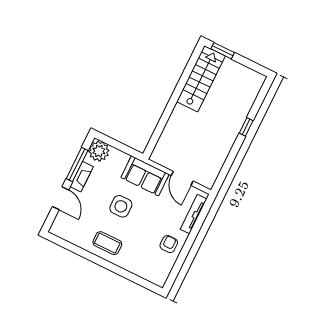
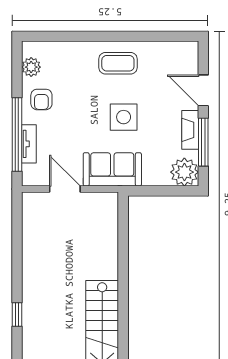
window: (246, 127) -> (17, 314), moved
tv unit: (194, 214) -> (29, 144), width x0.71
window: (196, 229) -> (17, 134), added
plant: (165, 268) -> (31, 67), added

